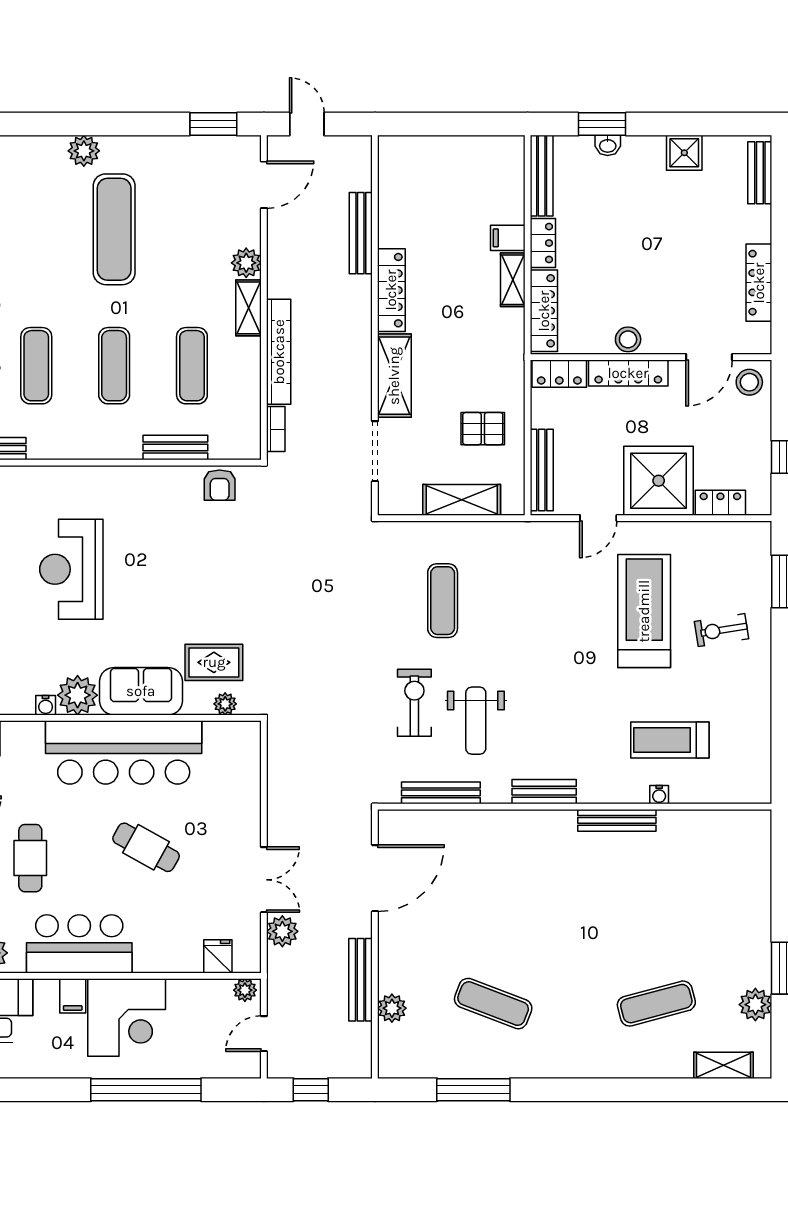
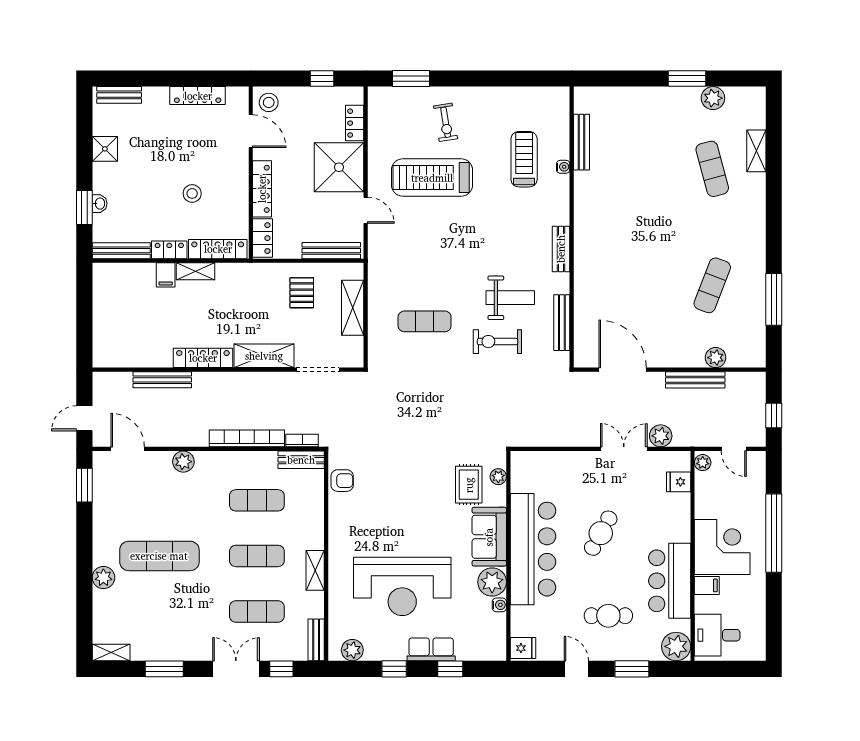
shelving: (249, 308) -> (315, 570), moved, turned 90
stool: (628, 339) -> (192, 193), moved
bench: (175, 447) -> (301, 460), moved, turned 90
reception desk: (71, 569) -> (402, 586), width x1.36, depth x1.30
treadmill: (670, 740) -> (524, 159), turned 180
bench: (617, 820) -> (581, 142), moved
shelving: (724, 1065) -> (756, 151), moved

